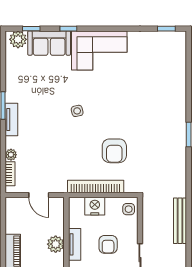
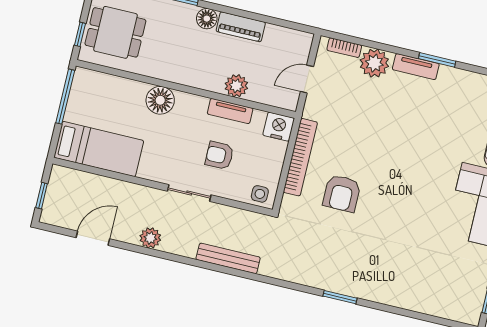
side table: (77, 111) -> (406, 157), removed
armchair: (114, 151) -> (342, 193), turned -90
plant: (11, 155) -> (374, 63), width x1.88, depth x1.88
nightstand: (95, 206) -> (279, 127), moved, turned -90

